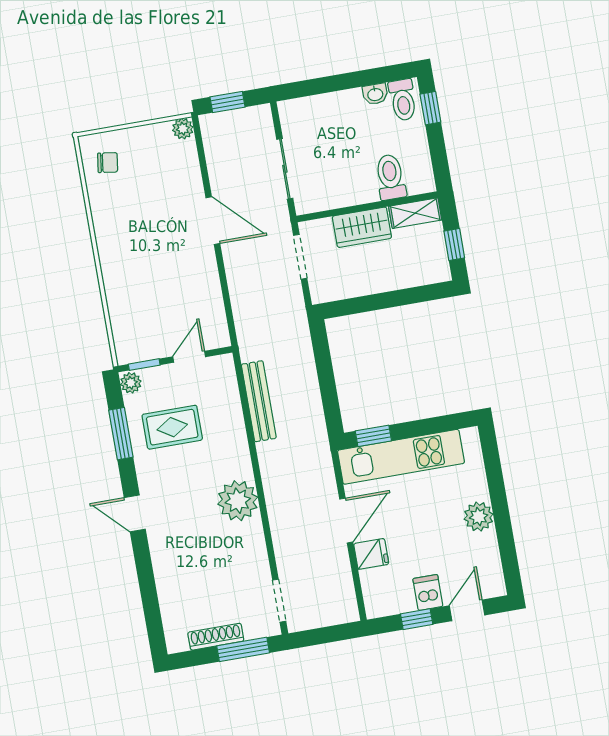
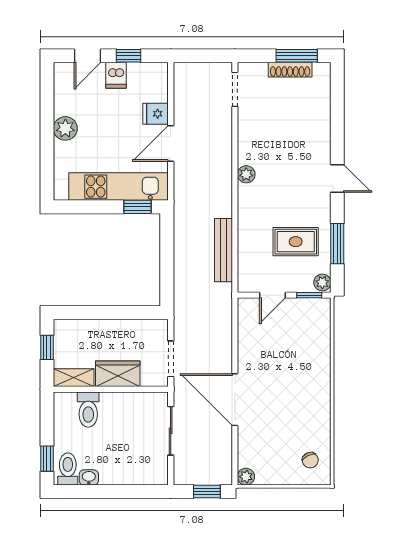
chair: (108, 163) -> (310, 460), turned -123
door: (213, 221) -> (235, 400), width x1.36
plant: (238, 501) -> (246, 174), width x0.53, depth x0.53
window: (243, 649) -> (297, 56), moved

